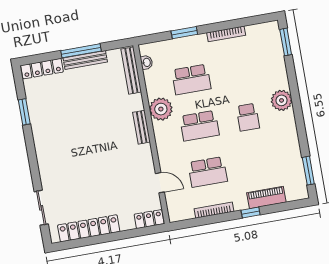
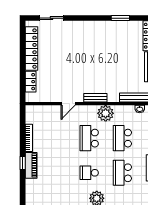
school desk: (208, 172) -> (122, 173), moved
door: (160, 183) -> (68, 104), moved
piano: (266, 198) -> (31, 165), moved
locker: (149, 219) -> (31, 82), moved

